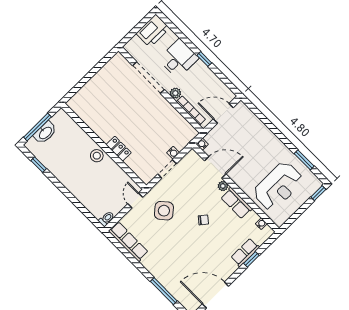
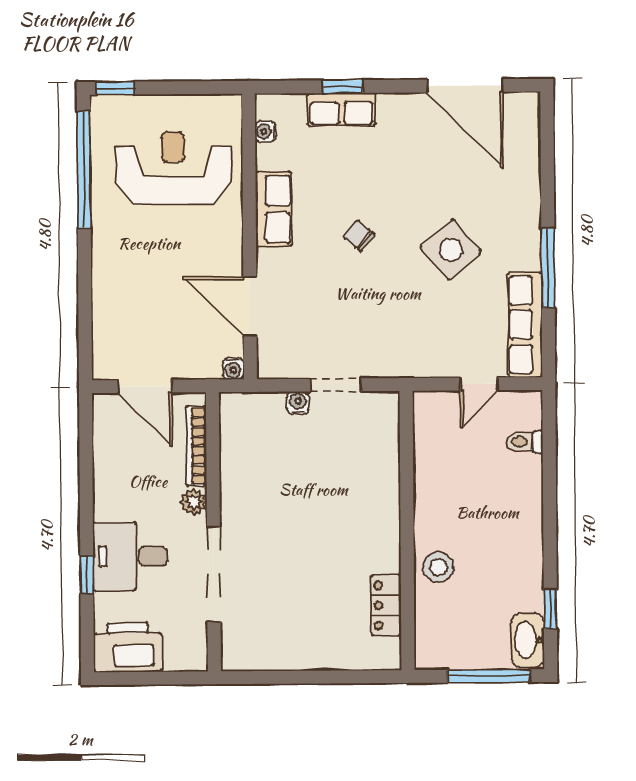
window: (204, 59) -> (87, 575), moved
washbasin: (45, 133) -> (528, 640), moved, turned -90
locker: (119, 149) -> (386, 605), moved
stool: (97, 156) -> (438, 567), moved
window: (304, 160) -> (84, 170), width x2.11
plant: (223, 186) -> (268, 261), removed
door: (135, 200) -> (479, 384), moved
side table: (164, 211) -> (451, 250), moved
toilet: (106, 219) -> (525, 442), moved
window: (164, 291) -> (548, 268), moved

